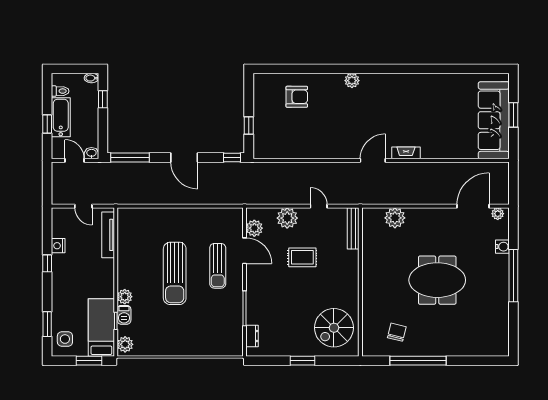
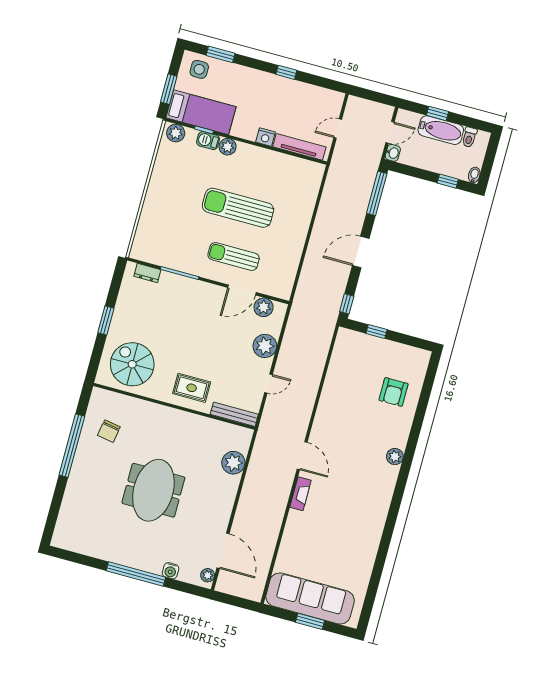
nightstand: (58, 246) -> (265, 137), moved, turned 180
rug: (302, 257) -> (192, 388), moved, turned 90
chair: (397, 332) -> (109, 431), turned 86

